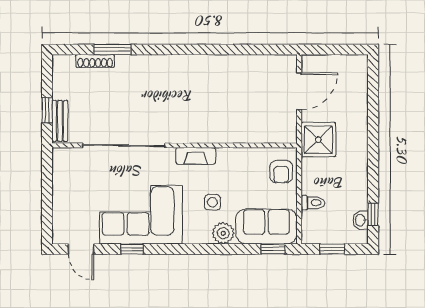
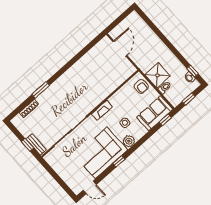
window: (112, 50) -> (41, 90), moved
shower: (318, 140) -> (158, 75), moved
plant: (223, 233) -> (129, 141), moved
window: (132, 249) -> (119, 161), moved

